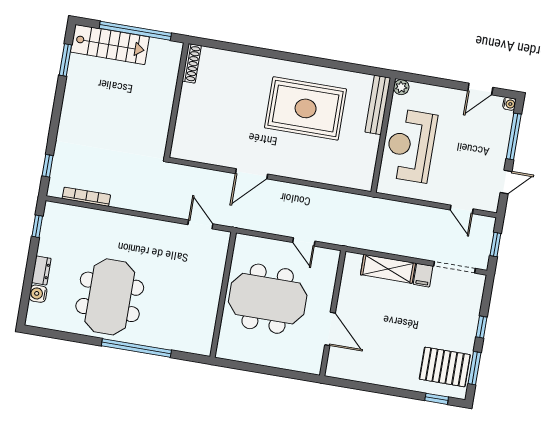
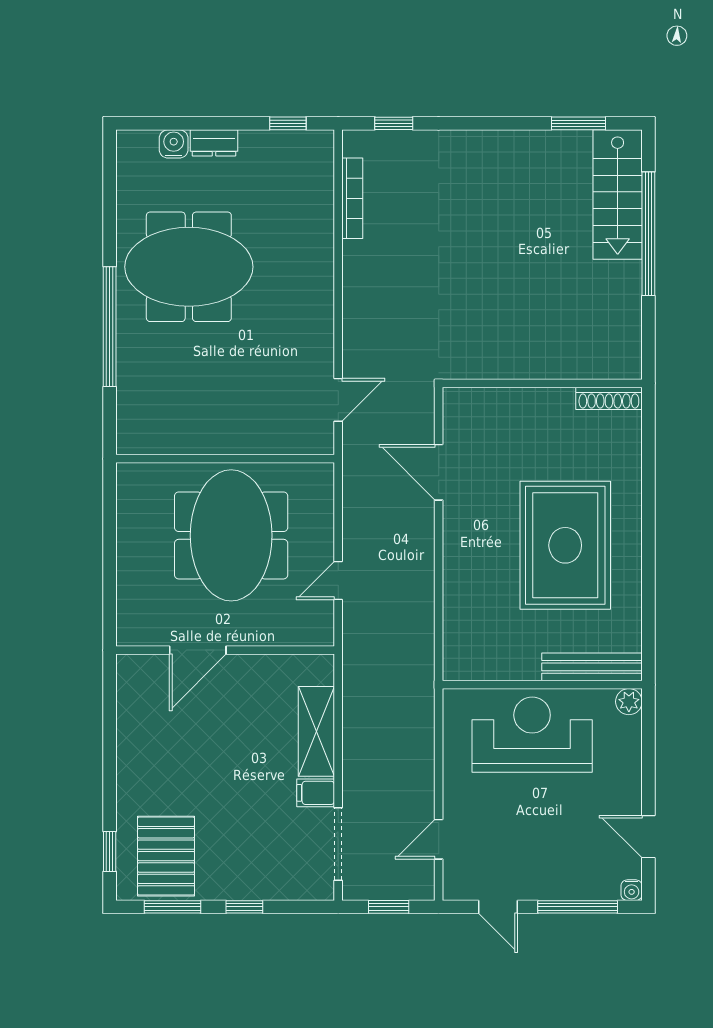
shoe rack: (192, 63) -> (609, 398), moved
wall: (177, 100) -> (542, 383), moved

